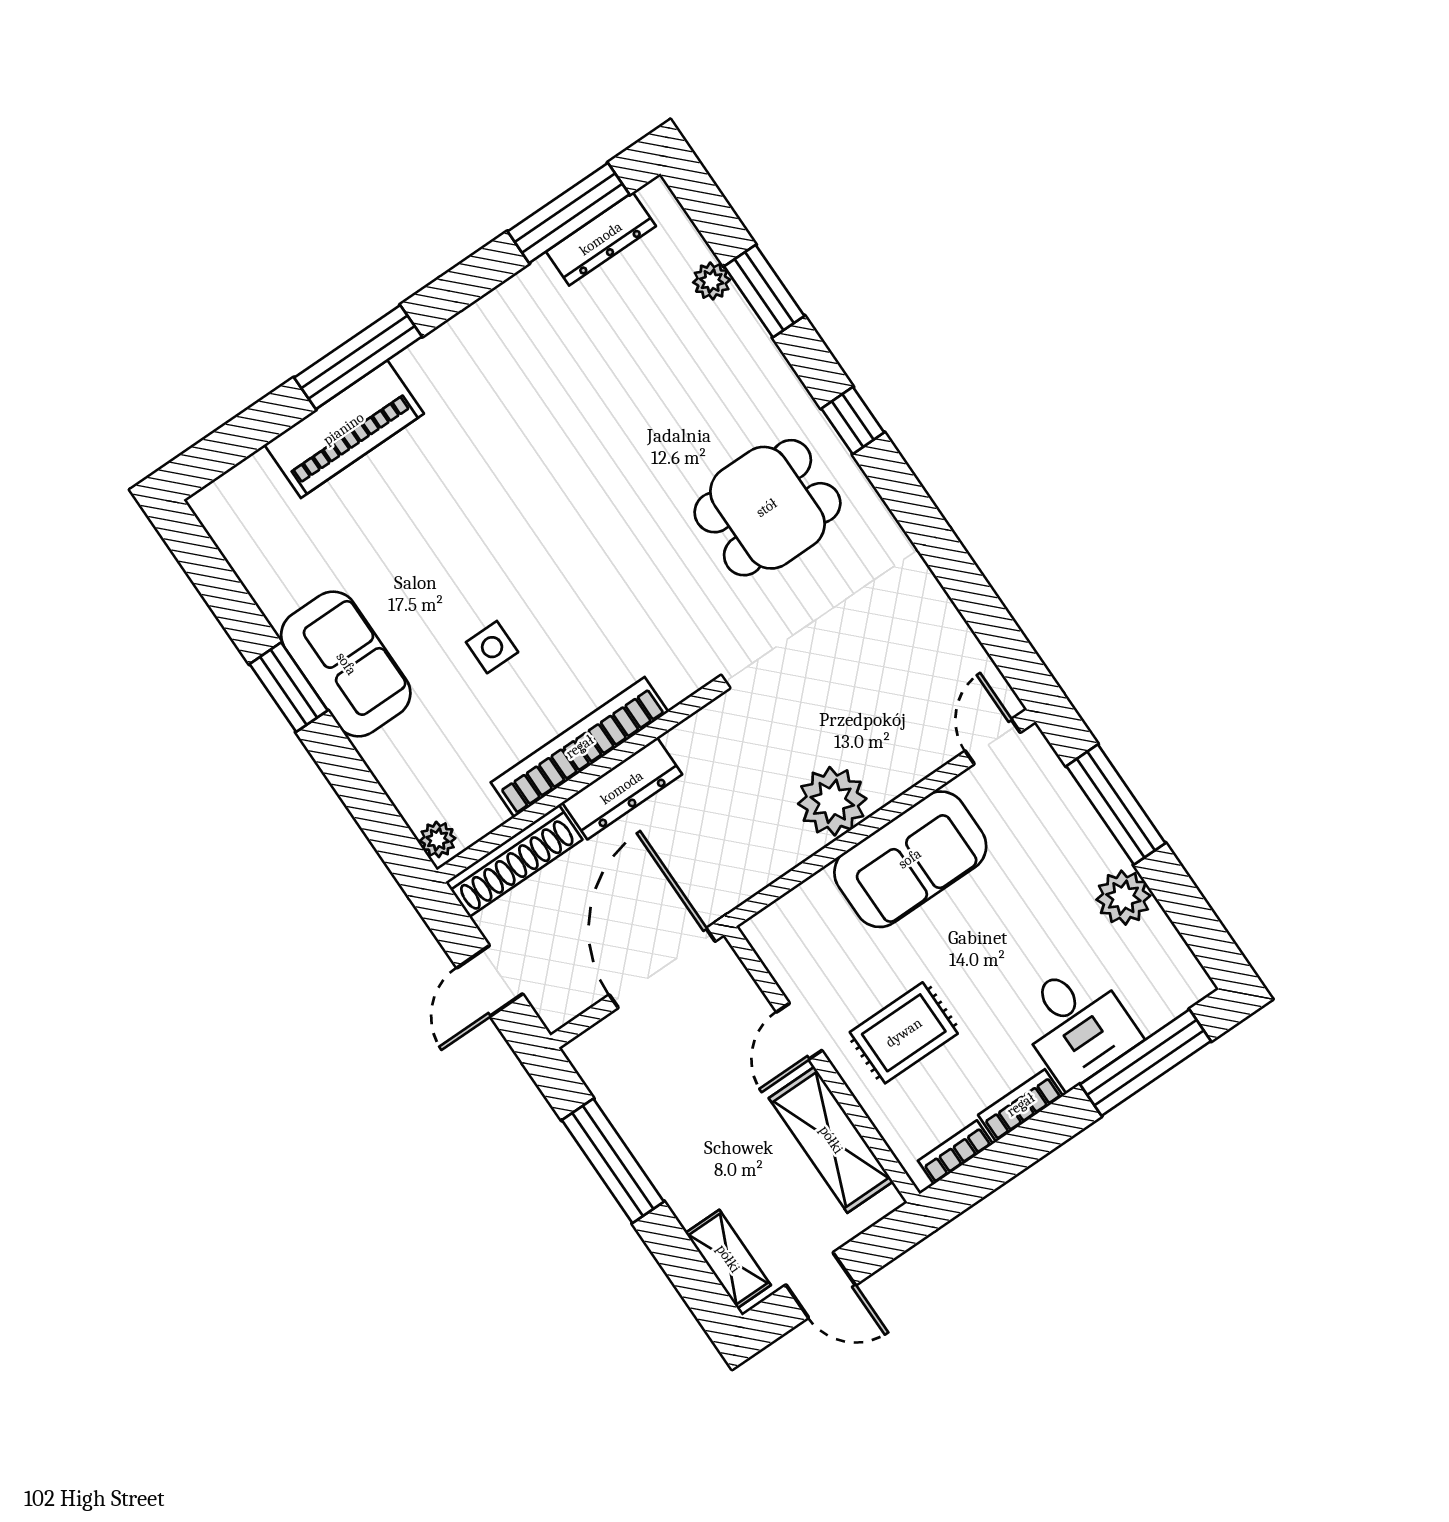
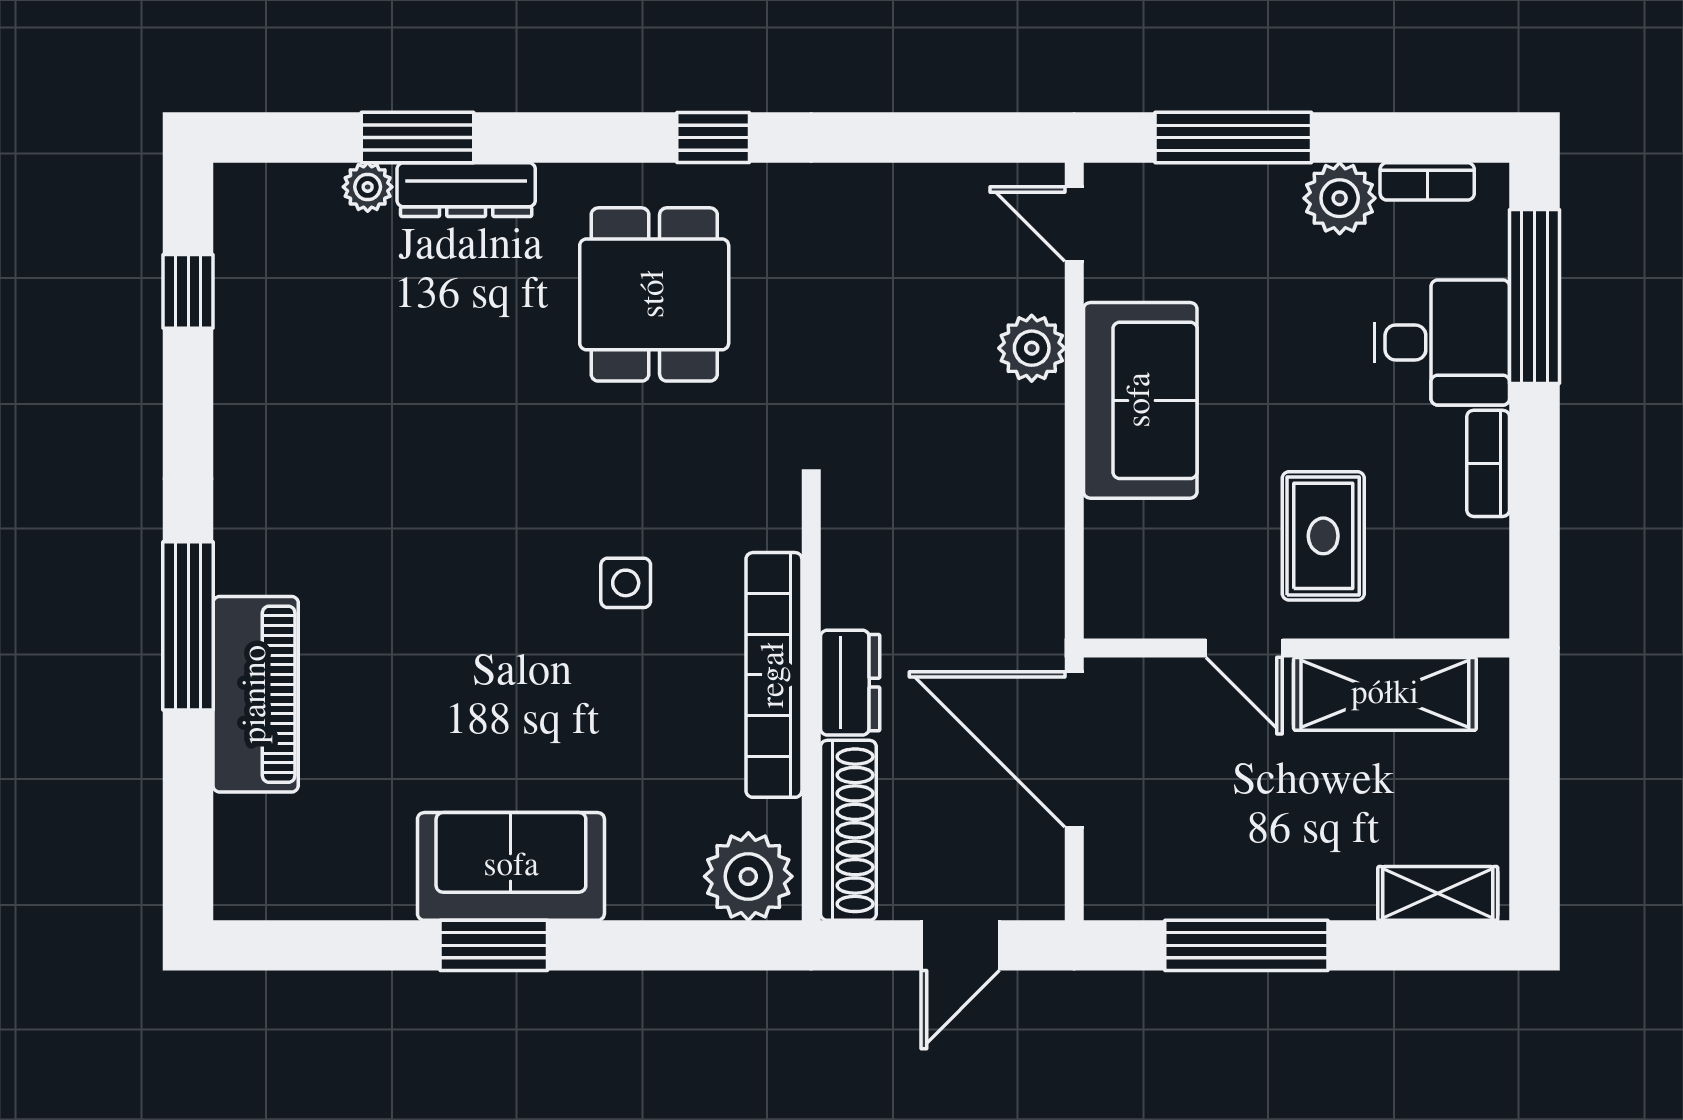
window: (569, 213) -> (188, 291), width x0.46
dresser: (601, 239) -> (466, 190), moved, turned 90
window: (853, 420) -> (713, 138), moved
side table: (492, 647) -> (626, 583), moved
dresser: (622, 788) -> (850, 683), width x0.70
plant: (832, 801) -> (1032, 348), moved, width x0.73, depth x0.73
plant: (438, 839) -> (748, 876), width x1.87, depth x1.87
door: (490, 981) -> (960, 945), hinge flipped
bookcase: (955, 1152) -> (1427, 181), moved, turned -90
door: (821, 1285) -> (1535, 813), removed

